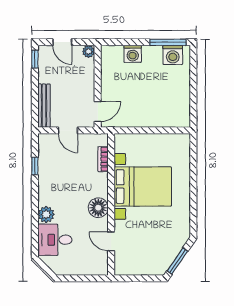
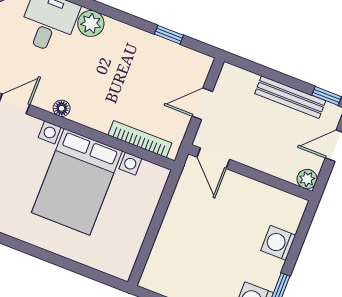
bench: (44, 106) -> (290, 97), moved
bookcase: (103, 159) -> (140, 139), width x1.56
floor lamp: (98, 208) -> (62, 108), width x0.53, depth x0.53

